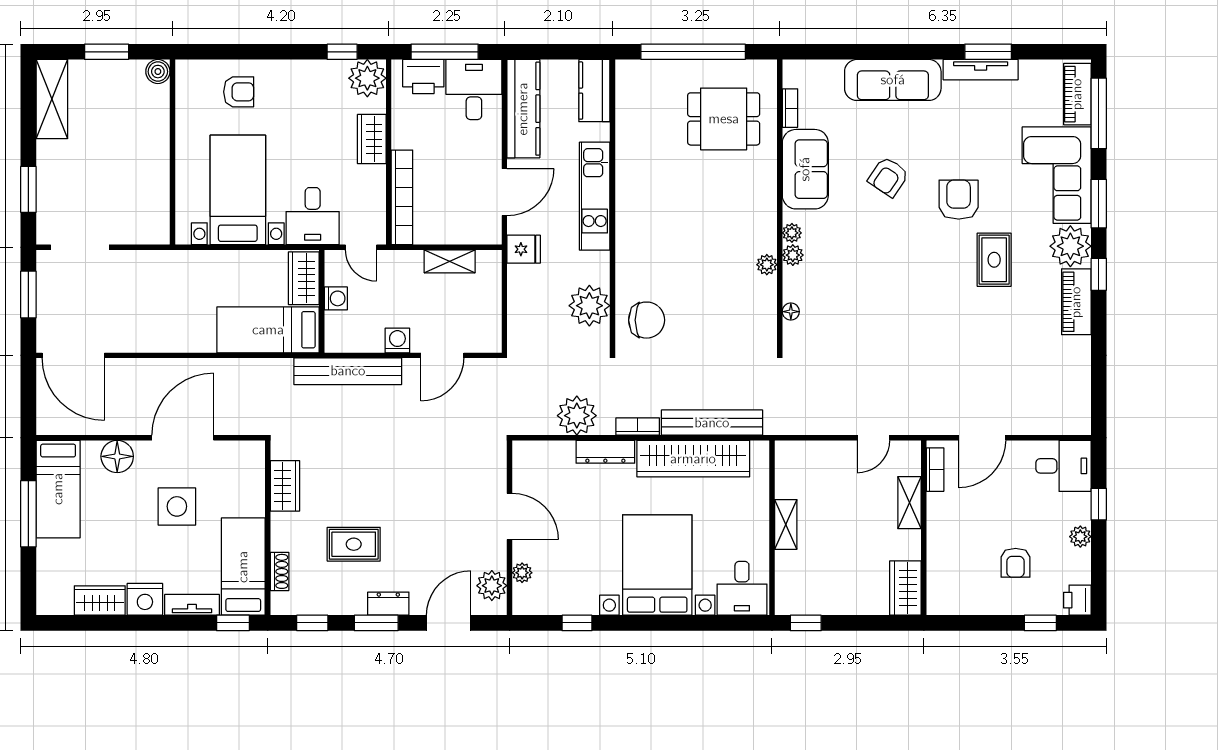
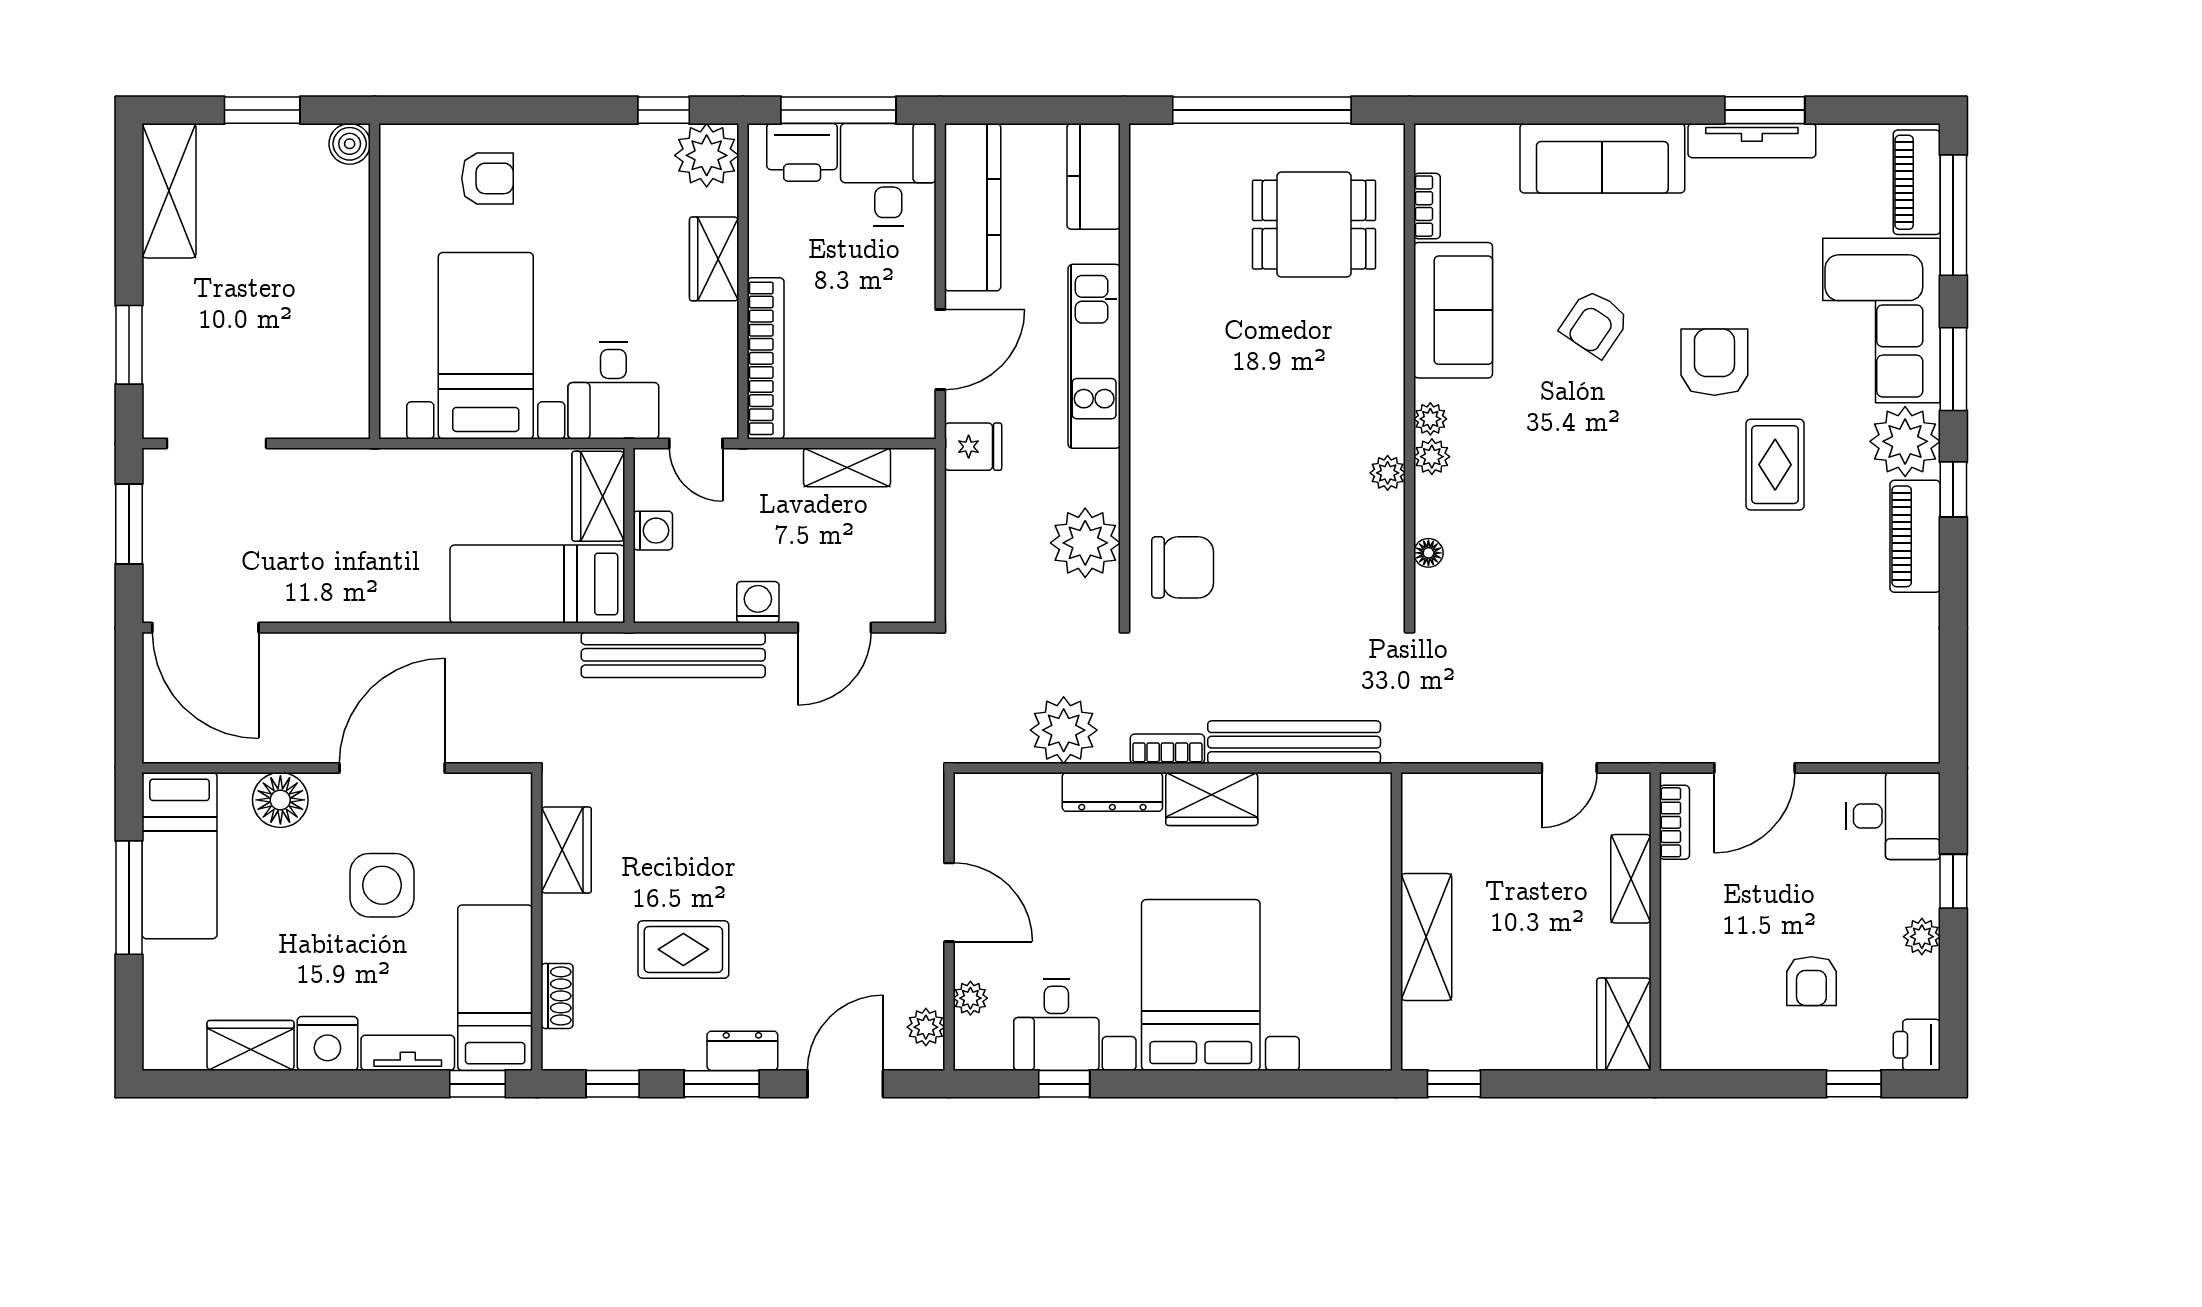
wardrobe: (693, 459) -> (1212, 799), width x0.48, depth x0.85
shelving: (786, 524) -> (1426, 937), width x1.50, depth x1.33
plant: (492, 586) -> (926, 1027), width x0.73, depth x0.73
desk: (742, 588) -> (1056, 1025), moved

